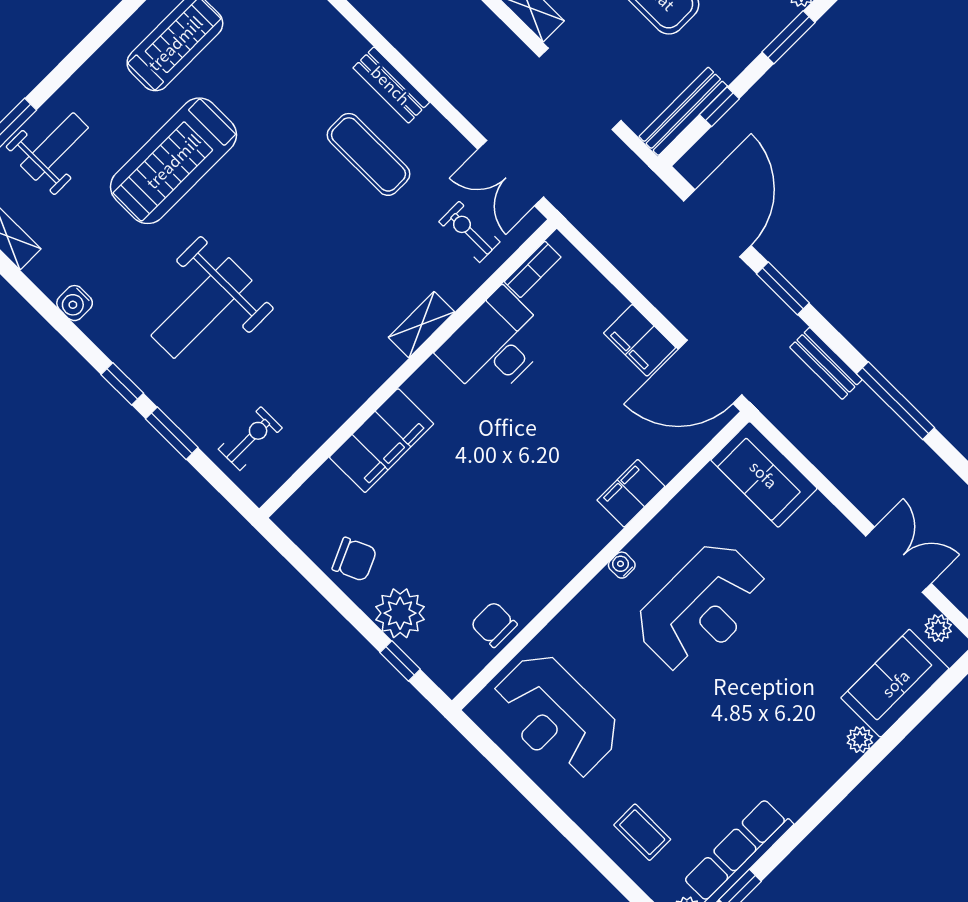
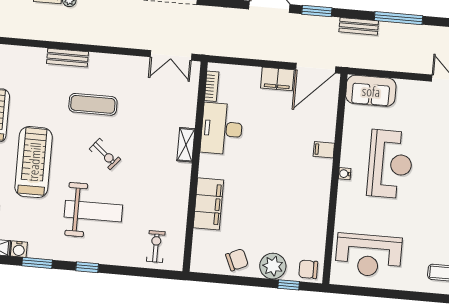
bench: (391, 85) -> (67, 58), moved
exercise mat: (368, 154) -> (93, 104), moved
treadmill: (173, 161) -> (34, 162), turned 180
exercise bike: (469, 232) -> (105, 154), moved, turned -140
water cooler: (75, 303) -> (19, 249), moved
weight bench: (201, 308) -> (93, 211), turned -90
window: (172, 433) -> (37, 263), moved
filing cabinet: (631, 493) -> (324, 150), width x0.50
chair: (494, 624) -> (308, 269), moved

